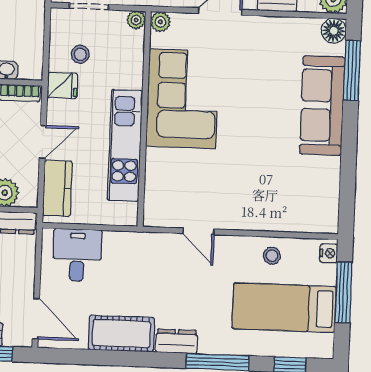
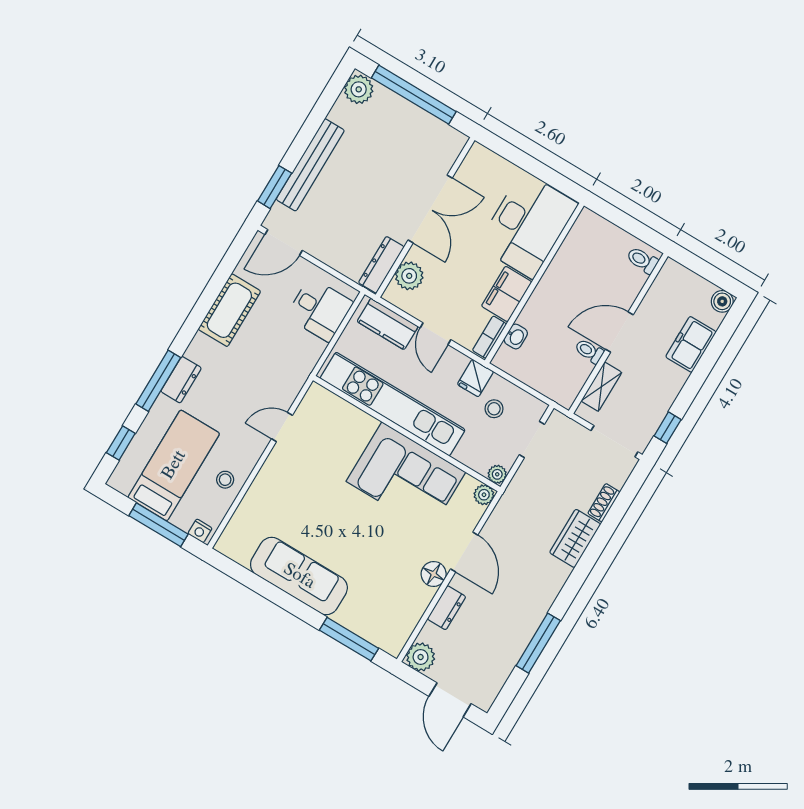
floor lamp: (334, 31) -> (434, 574), moved
sofa: (322, 105) -> (299, 576), moved
kitchen unit: (125, 146) -> (393, 404), width x1.36
dresser: (176, 341) -> (181, 380), moved

